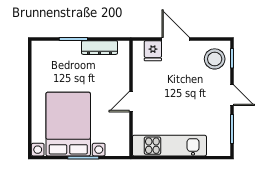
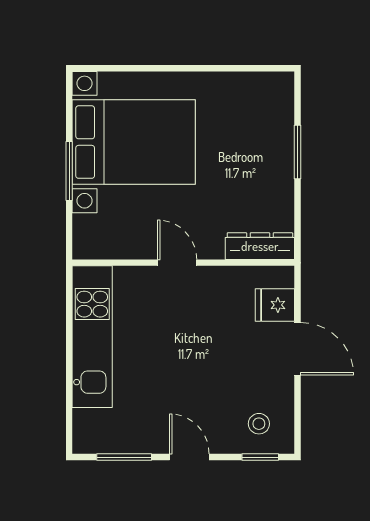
door: (176, 39) -> (297, 349), hinge flipped
dresser: (100, 48) -> (260, 246), moved, turned 90
stool: (215, 59) -> (259, 424), width x0.53, depth x0.53
door: (232, 95) -> (189, 457), swing flipped

